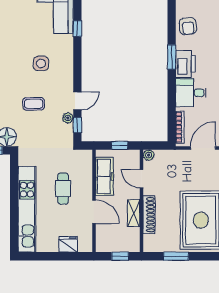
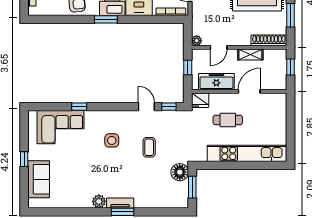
plant: (68, 118) -> (162, 116), removed
shoe rack: (149, 215) -> (269, 40), moved
fridge: (68, 244) -> (200, 100), moved, turned -90

